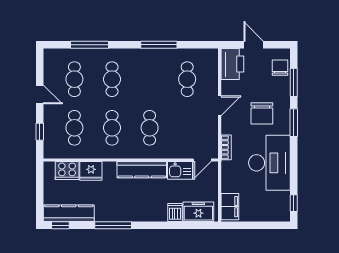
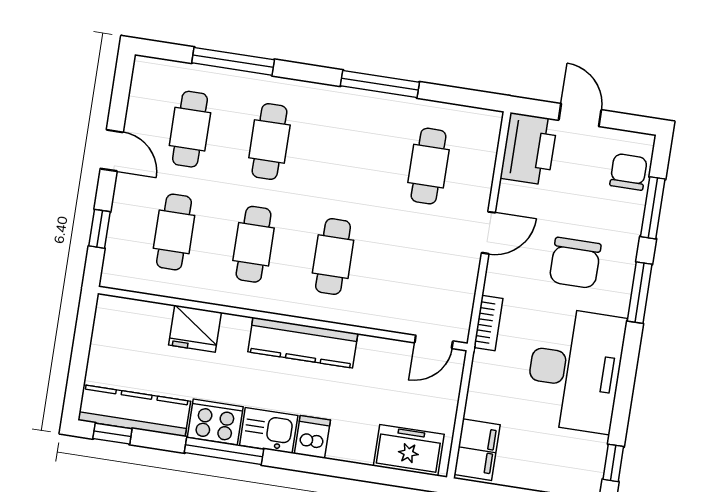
kitchen sink: (180, 170) -> (269, 430), moved, turned 180
cooker: (67, 171) -> (215, 422), moved, turned 180
dishwasher: (175, 213) -> (312, 437), moved

